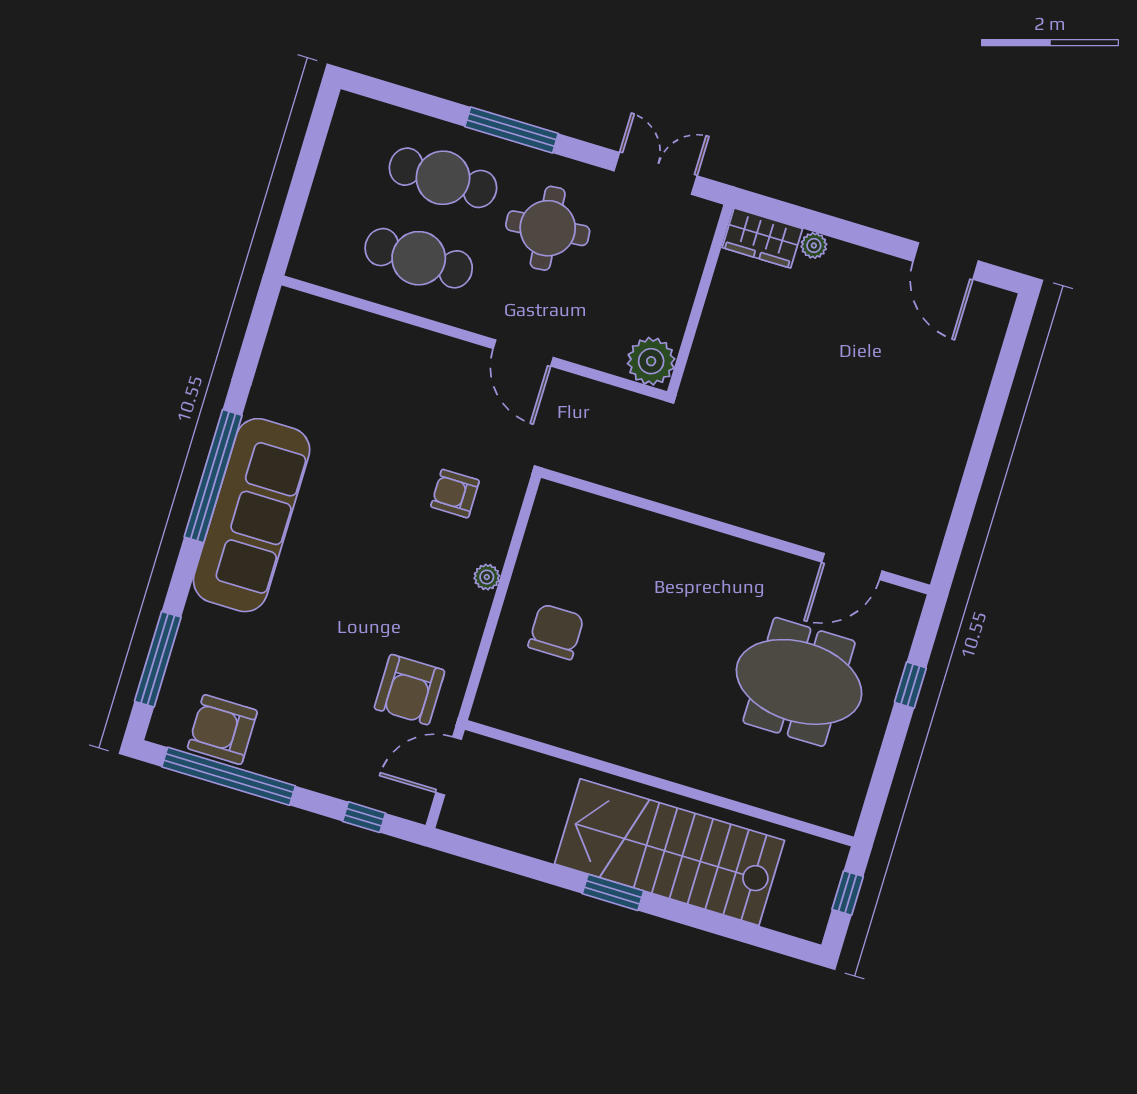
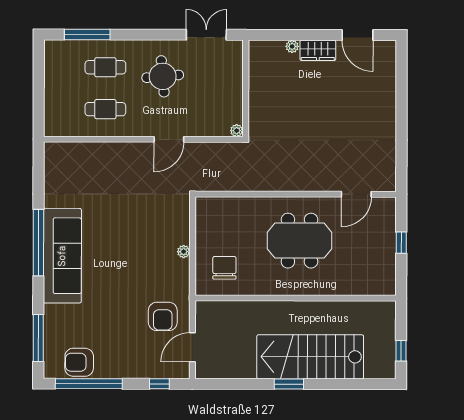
window: (512, 130) -> (87, 35), moved
cafe table: (443, 178) -> (105, 67), width x0.73, depth x0.74
wardrobe: (762, 238) -> (318, 50), moved
cafe table: (419, 258) -> (105, 109), width x0.73, depth x0.74
door: (523, 353) -> (169, 139), hinge flipped
plant: (651, 361) -> (237, 131), width x0.53, depth x0.53
armchair: (455, 494) -> (156, 216), removed
meeting table: (799, 682) -> (299, 241), moved
wall: (659, 783) -> (296, 298), moved

